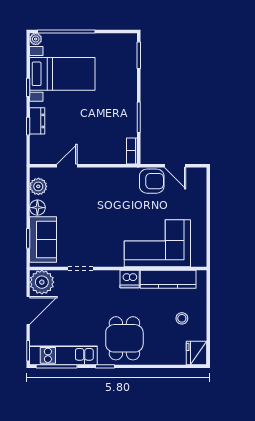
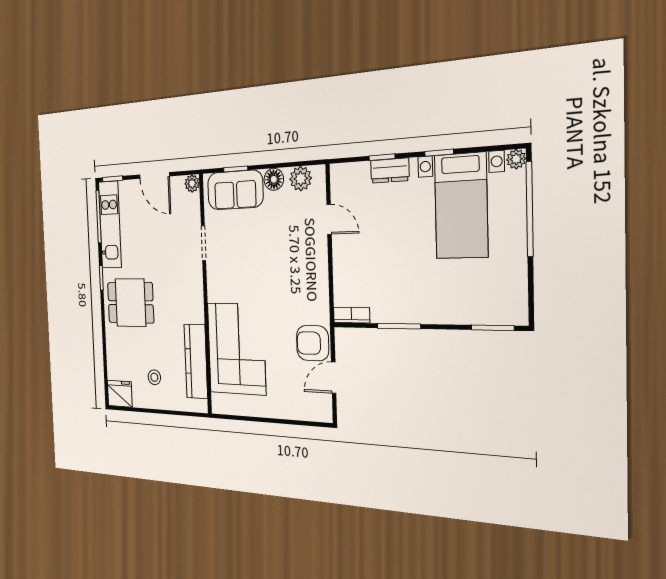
armchair: (152, 181) -> (313, 343), turned 90
dishwasher: (130, 279) -> (194, 310), removed
plant: (42, 282) -> (192, 183), width x0.53, depth x0.53

